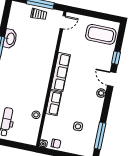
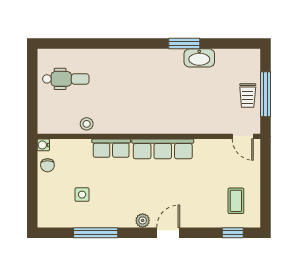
coffee table: (101, 34) -> (236, 201), width x0.54, depth x0.58
window: (116, 58) -> (233, 233), moved
window: (100, 136) -> (96, 233), moved

